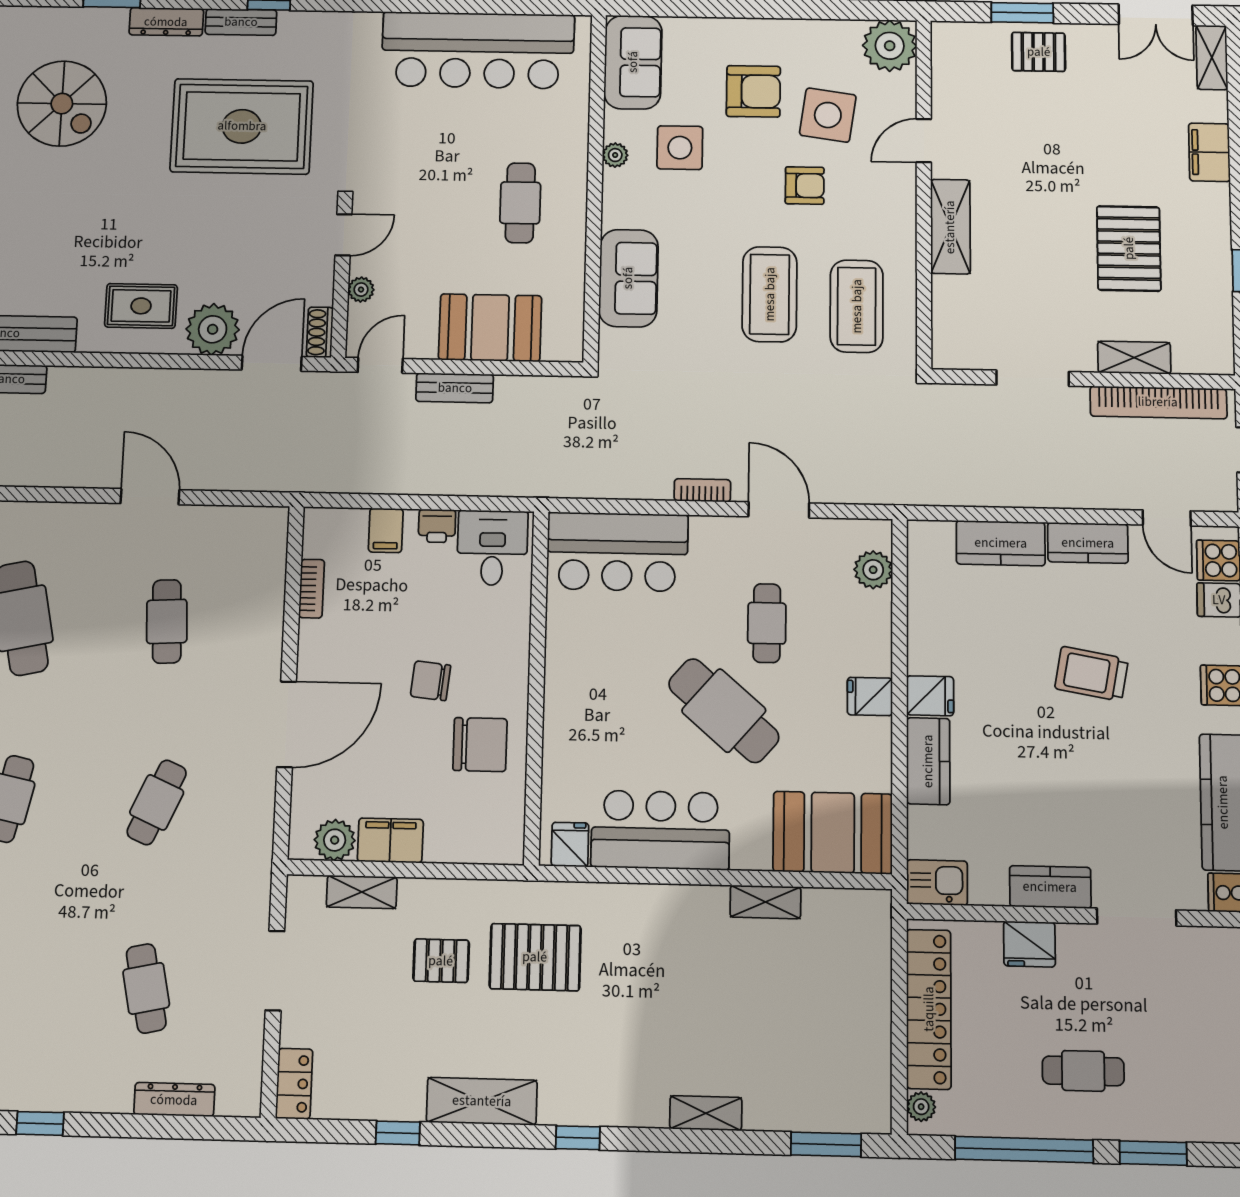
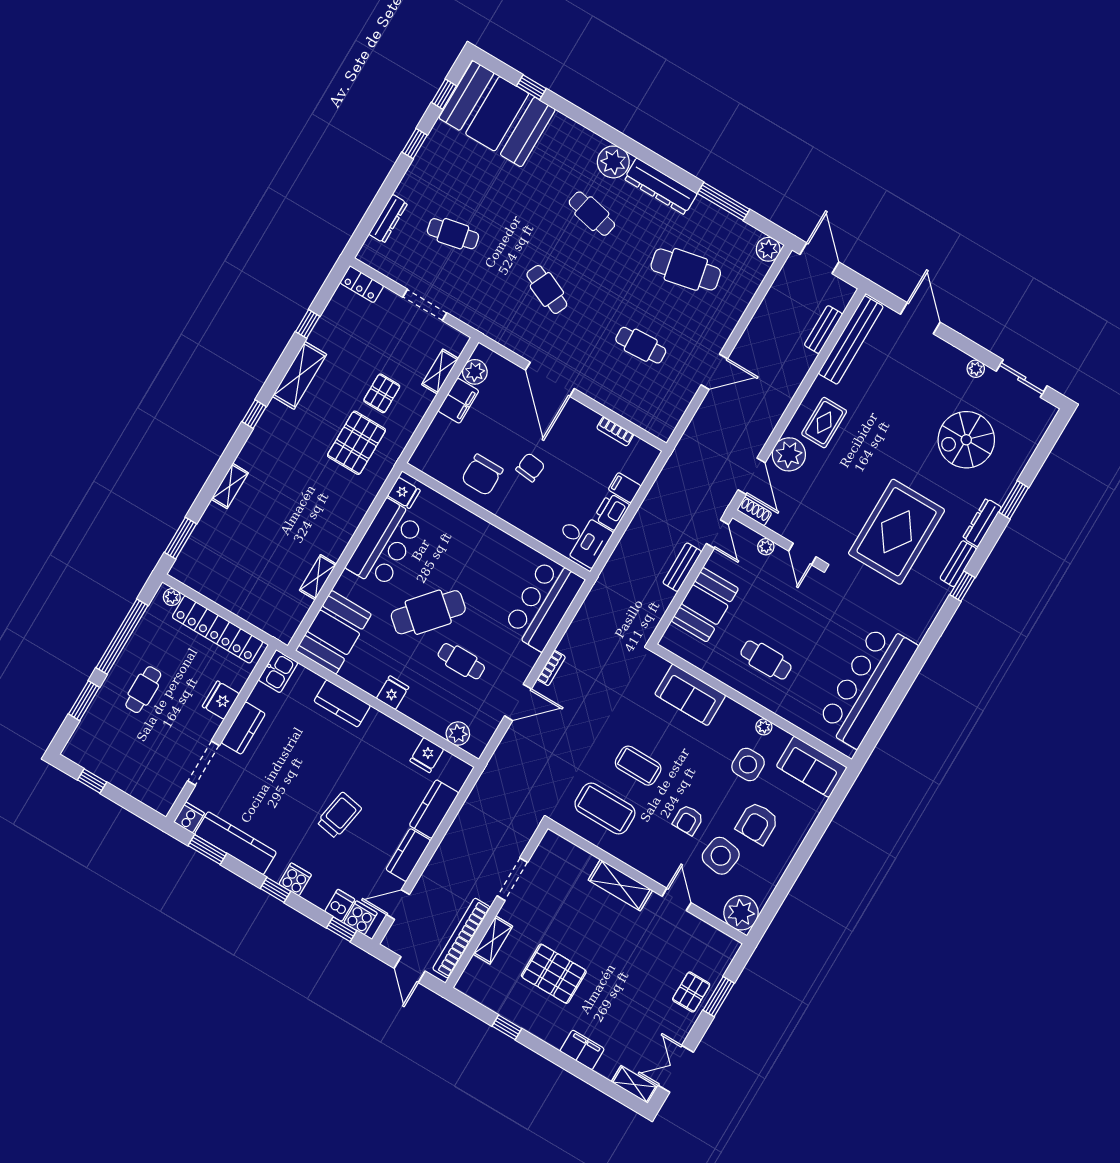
coffee table: (770, 294) -> (638, 766), width x0.73, depth x0.76
printer: (437, 526) -> (612, 512), width x1.36, depth x1.24
fridge: (930, 696) -> (427, 755), moved

